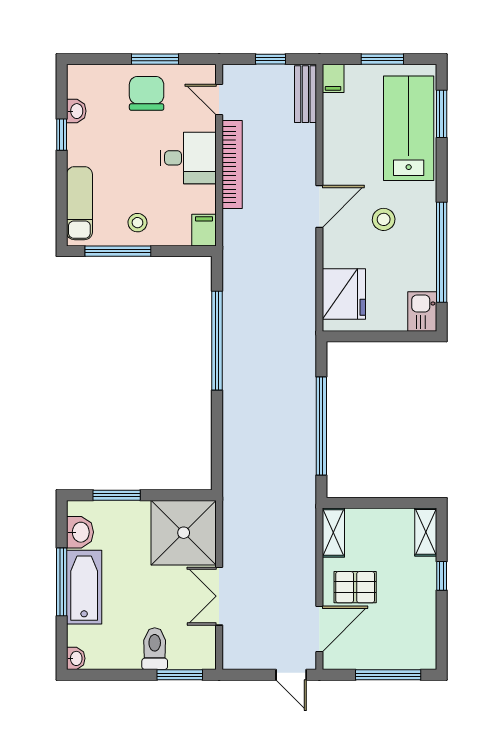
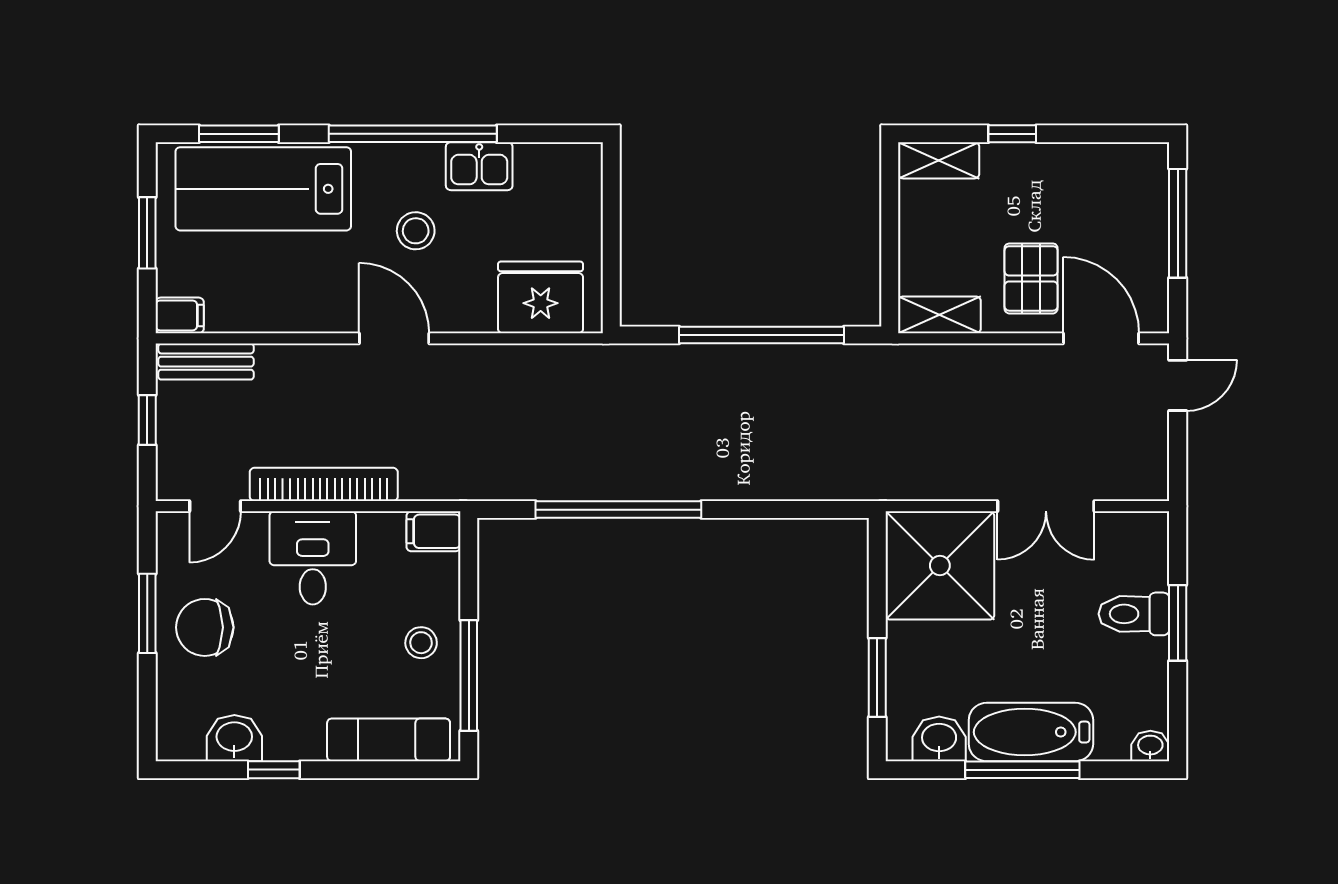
washbasin: (76, 111) -> (234, 738), width x1.38, depth x1.45
window: (442, 252) -> (413, 134), moved
kitchen sink: (422, 311) -> (479, 166), moved
window: (180, 675) -> (1178, 623), moved

